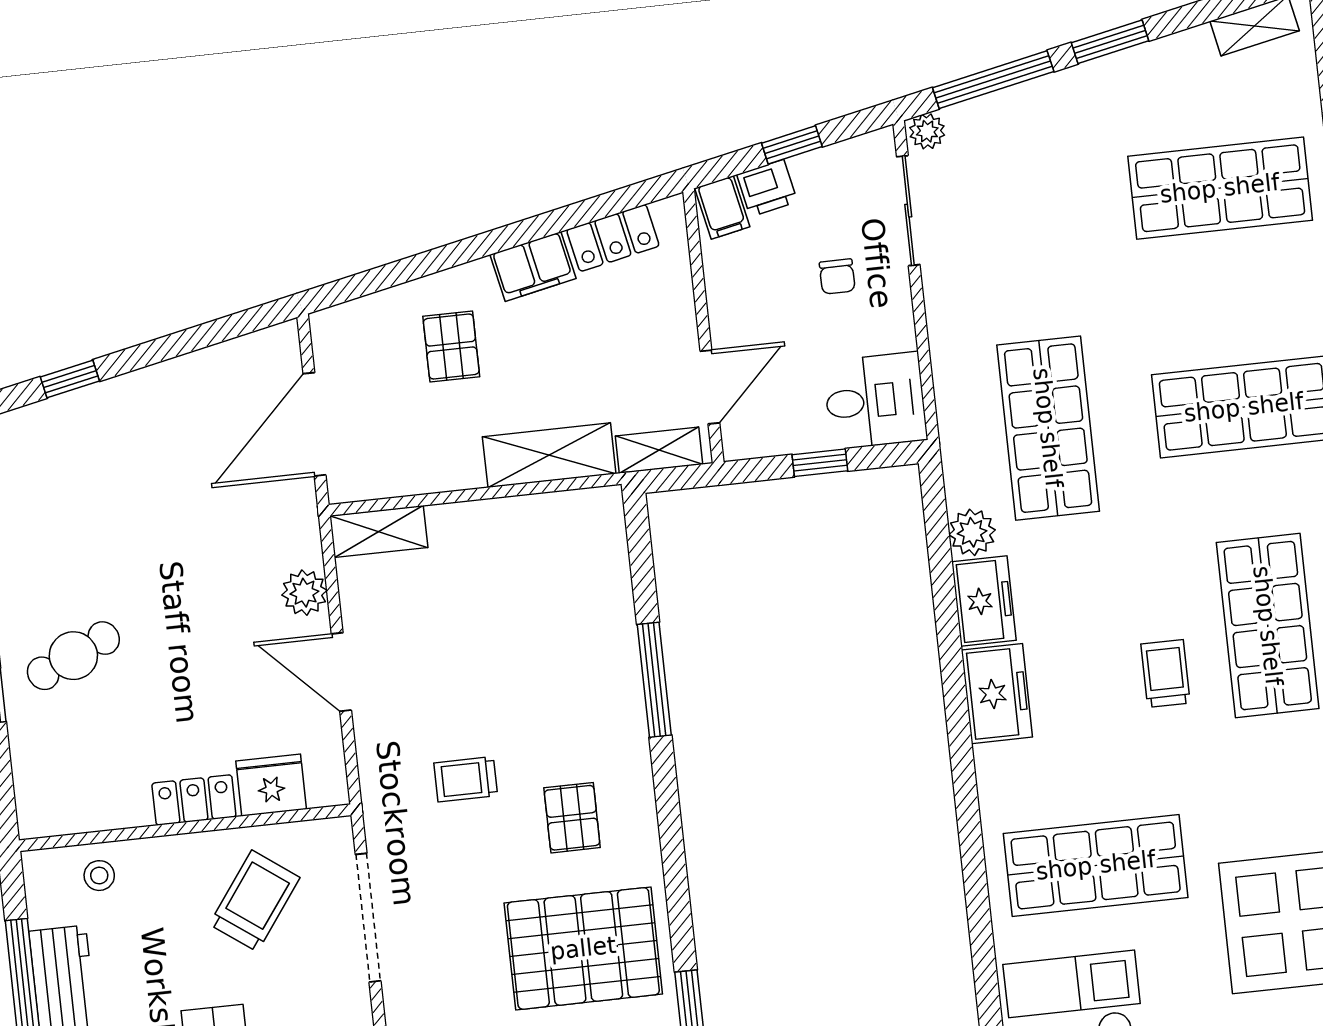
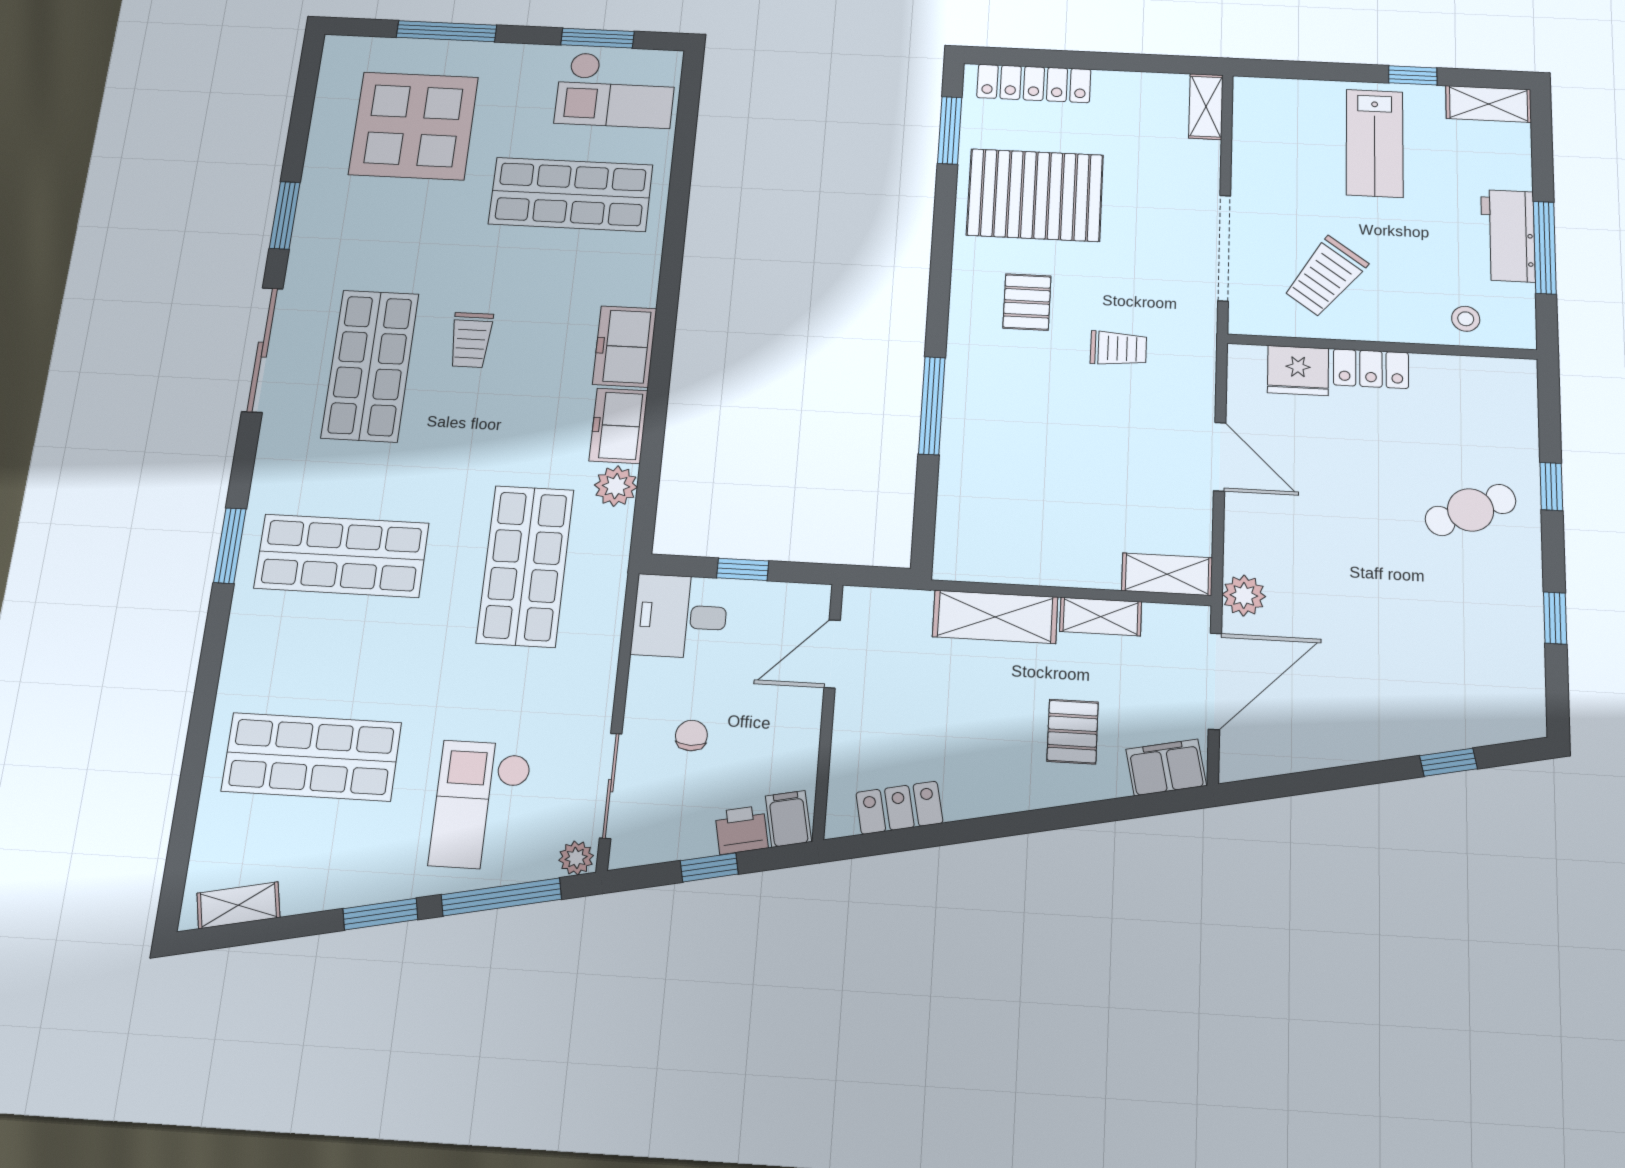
checkout: (1036, 168) -> (481, 805), added
filing cabinet: (533, 266) -> (1166, 767), moved
shelving: (659, 450) -> (1101, 617), moved
plant: (304, 593) -> (1244, 595), moved

